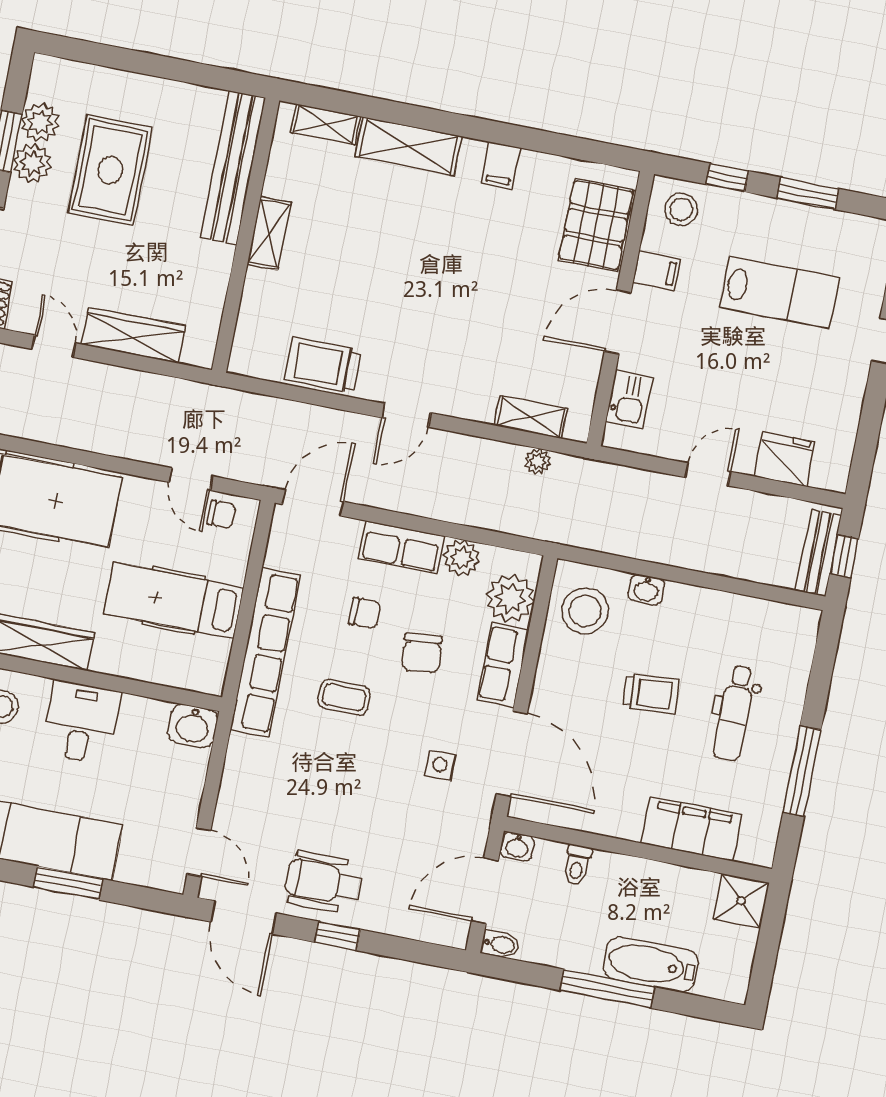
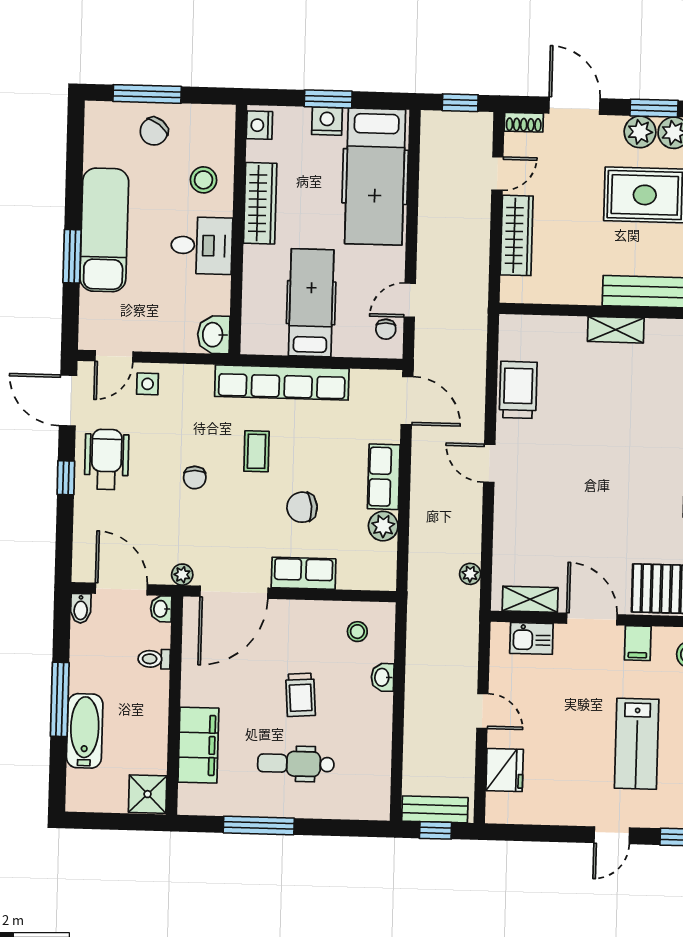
shelving: (531, 417) -> (530, 599), moved, turned 90
plant: (510, 598) -> (182, 575), moved, width x0.53, depth x0.53
stool: (585, 611) -> (357, 632), width x0.53, depth x0.53
chair: (364, 613) -> (195, 478), moved
side table: (440, 765) -> (148, 384), moved
door: (244, 917) -> (68, 401), hinge flipped

